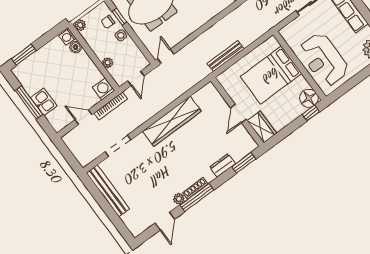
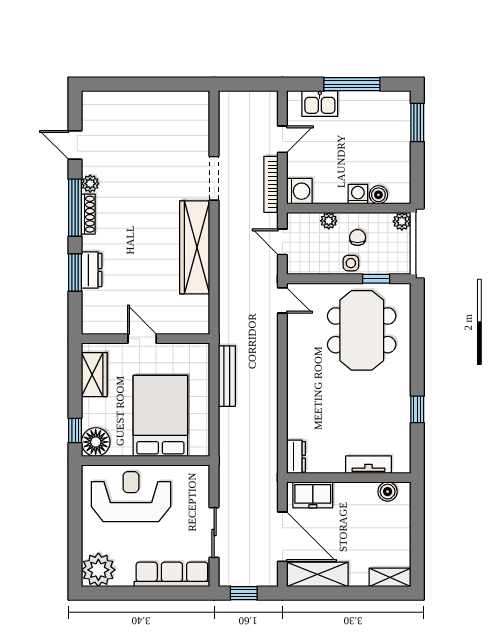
chair: (108, 22) -> (358, 237), moved
washing machine: (67, 37) -> (358, 194), moved
kitchen sink: (44, 102) -> (320, 103), moved
wardrobe: (262, 127) -> (94, 375), moved, turned -90
doorway: (118, 146) -> (214, 178), moved
window: (244, 163) -> (75, 272), moved
bench: (108, 191) -> (166, 101), removed

